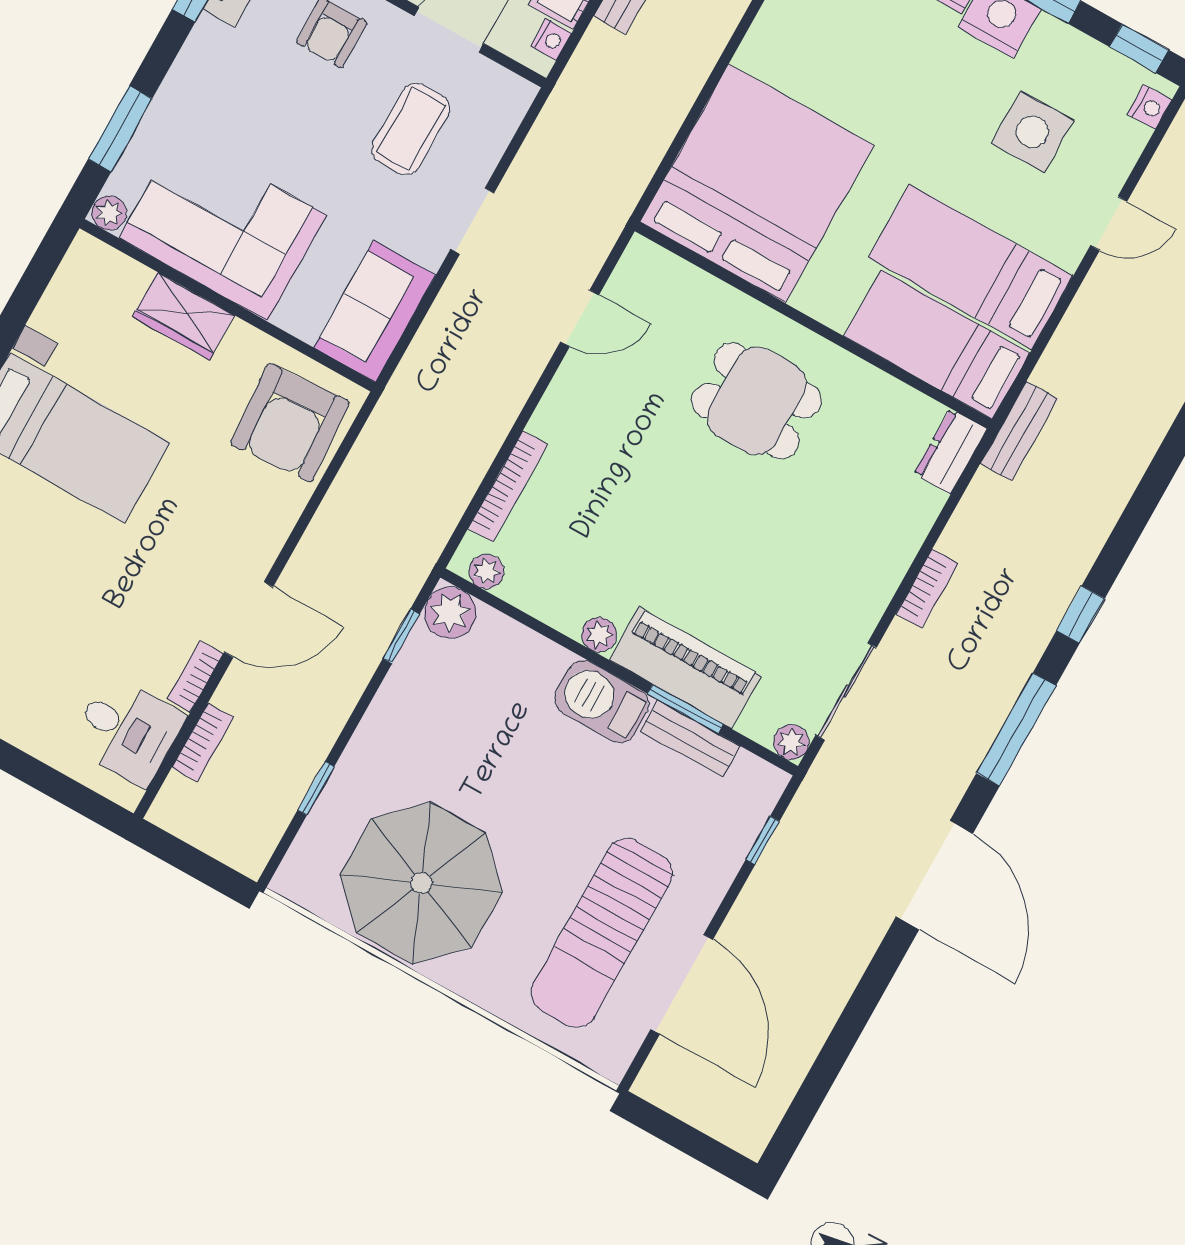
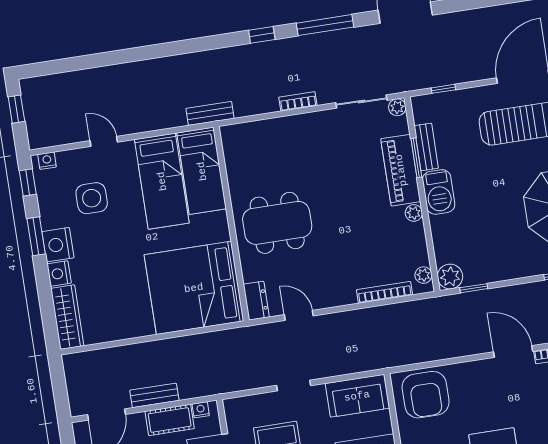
dining table: (757, 401) -> (277, 223), width x1.38
armchair: (290, 423) -> (426, 395), turned 94
dresser: (950, 451) -> (256, 301), moved, turned -90

